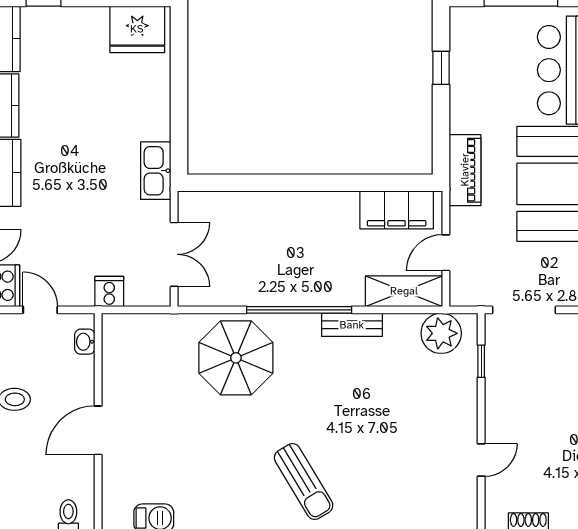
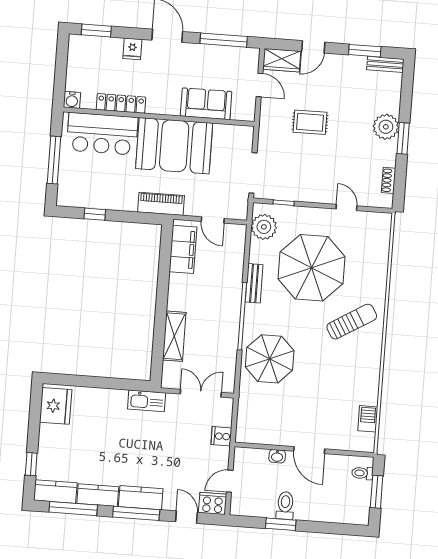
shelving: (404, 291) -> (174, 336), moved
washbasin: (85, 342) -> (277, 456), moved
parasol: (383, 413) -> (312, 268), added

